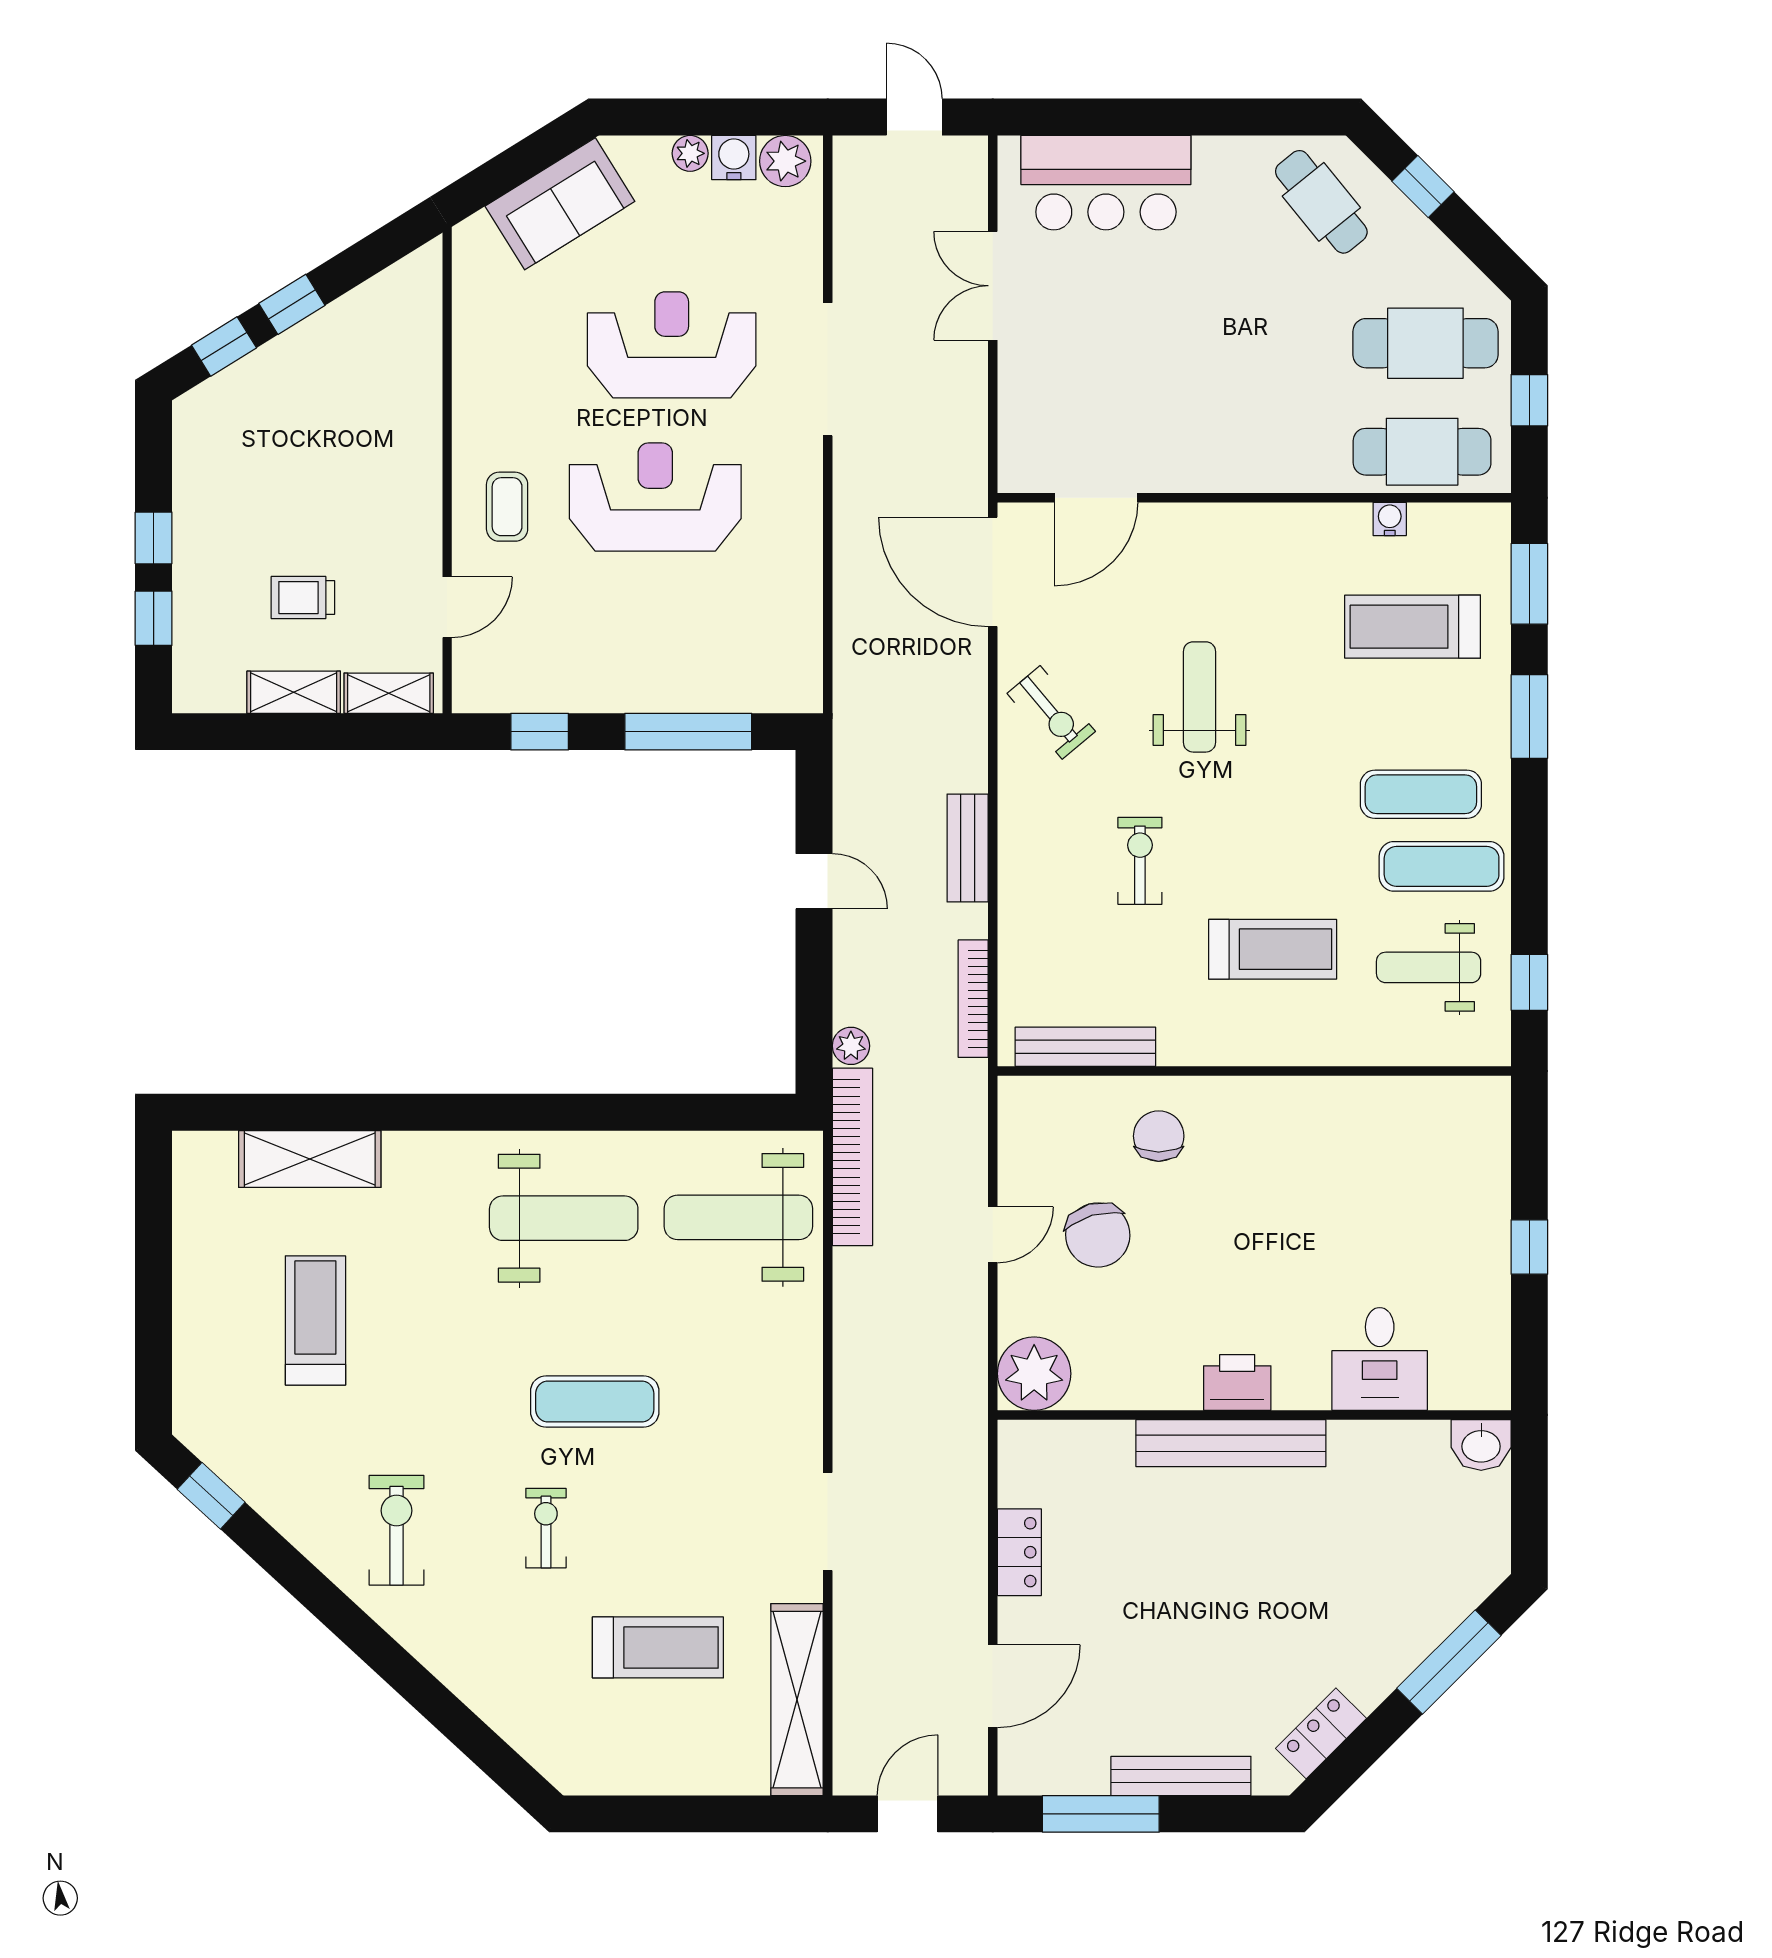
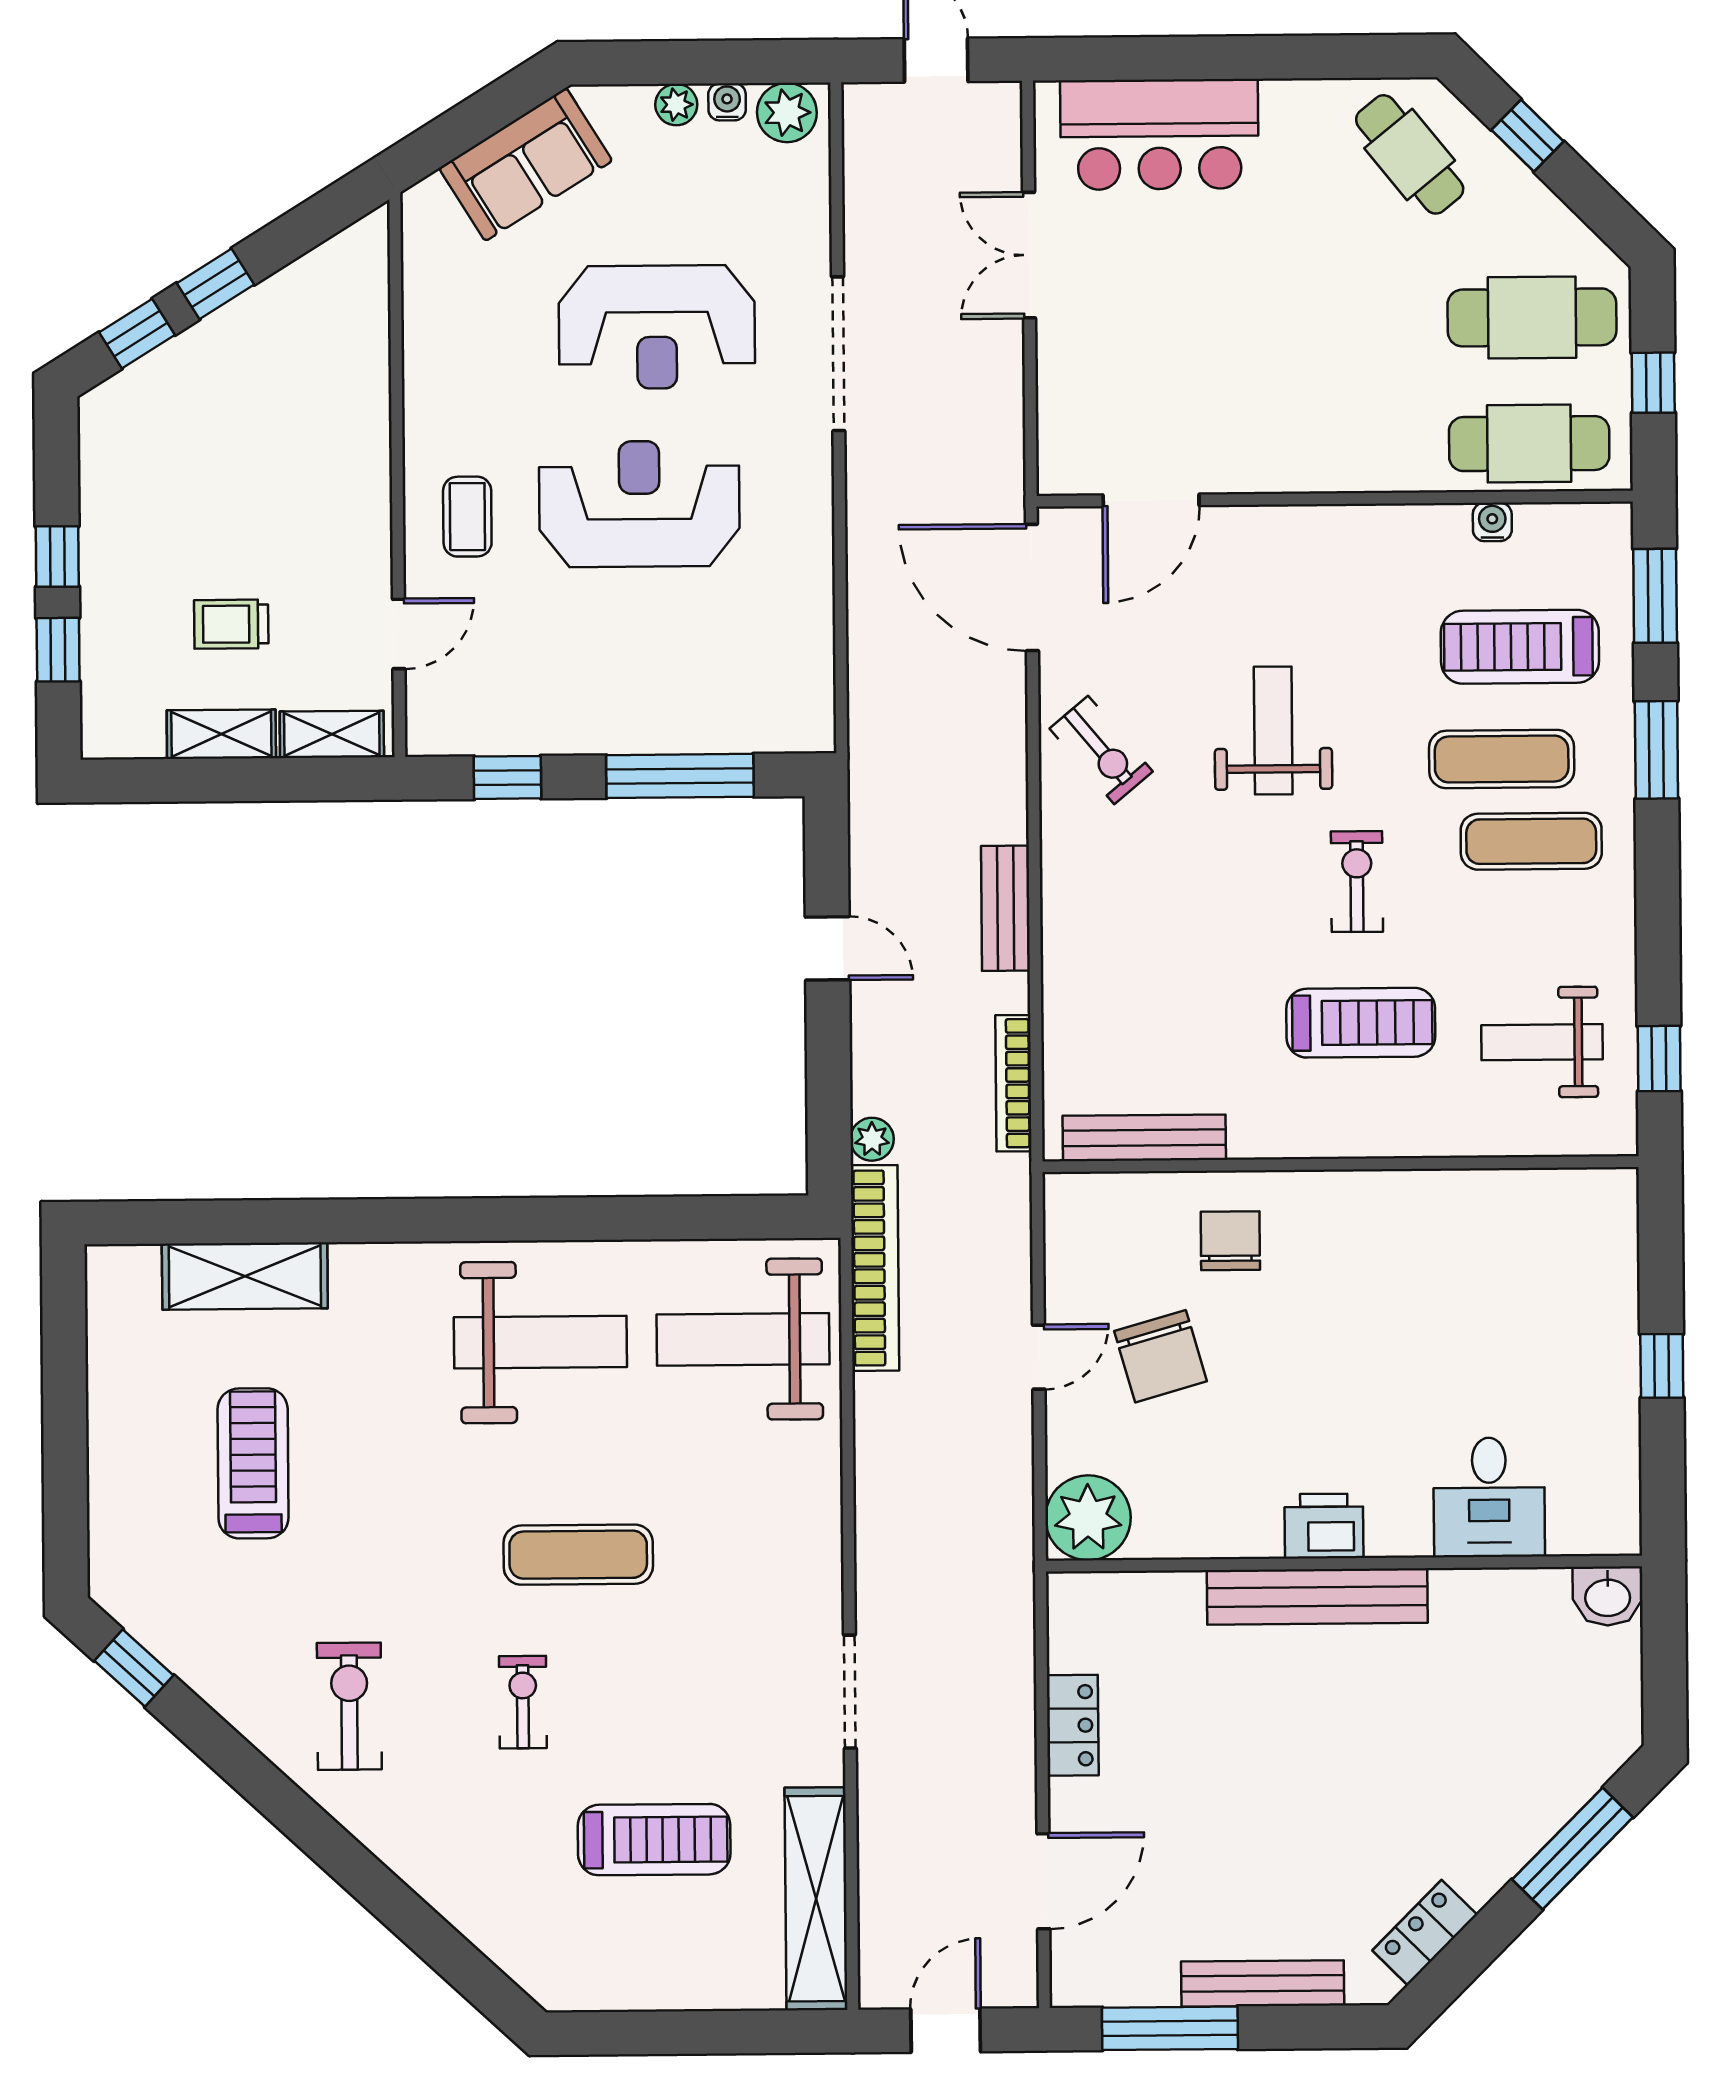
water cooler: (734, 158) -> (727, 102), width x0.72, depth x0.72
reception desk: (672, 345) -> (657, 327), turned 180
exercise bike: (1140, 861) -> (1357, 882), moved
exercise mat: (1442, 866) -> (1502, 759), moved

